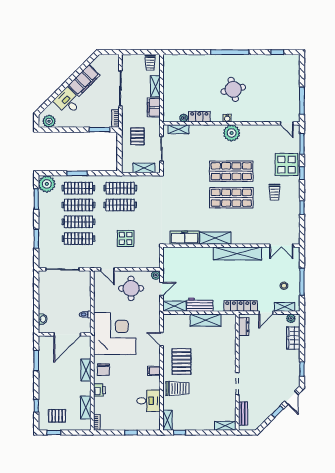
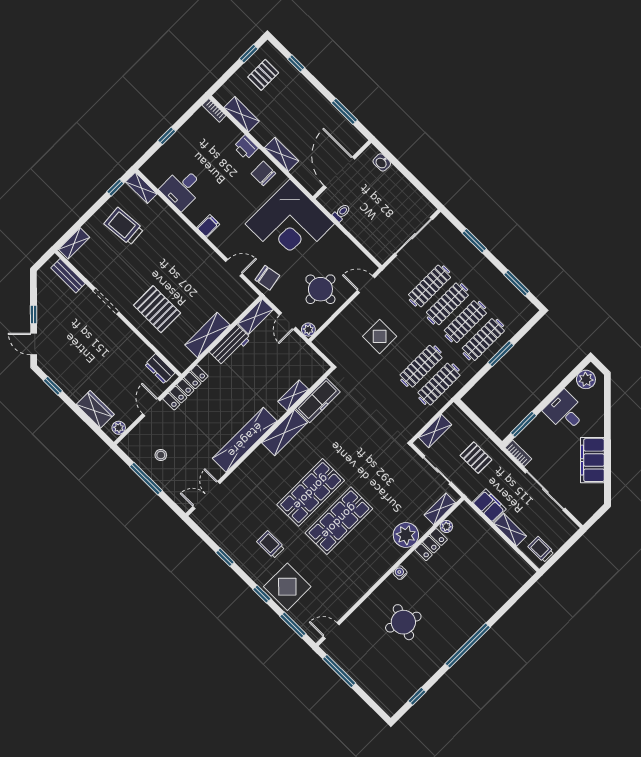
round table: (233, 89) -> (403, 622), moved, turned 35
desk: (68, 102) -> (565, 411), moved, turned -135
plant: (232, 133) -> (406, 535), moved
plant: (47, 184) -> (522, 310), removed
shelving: (285, 307) -> (293, 395), moved
chair: (151, 319) -> (267, 278), added
pallet: (181, 362) -> (157, 309), moved
trolley: (178, 388) -> (124, 226), moved, turned 85

